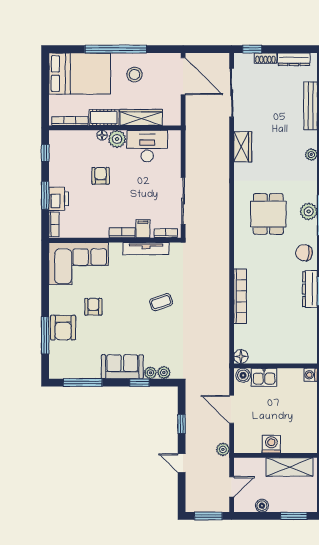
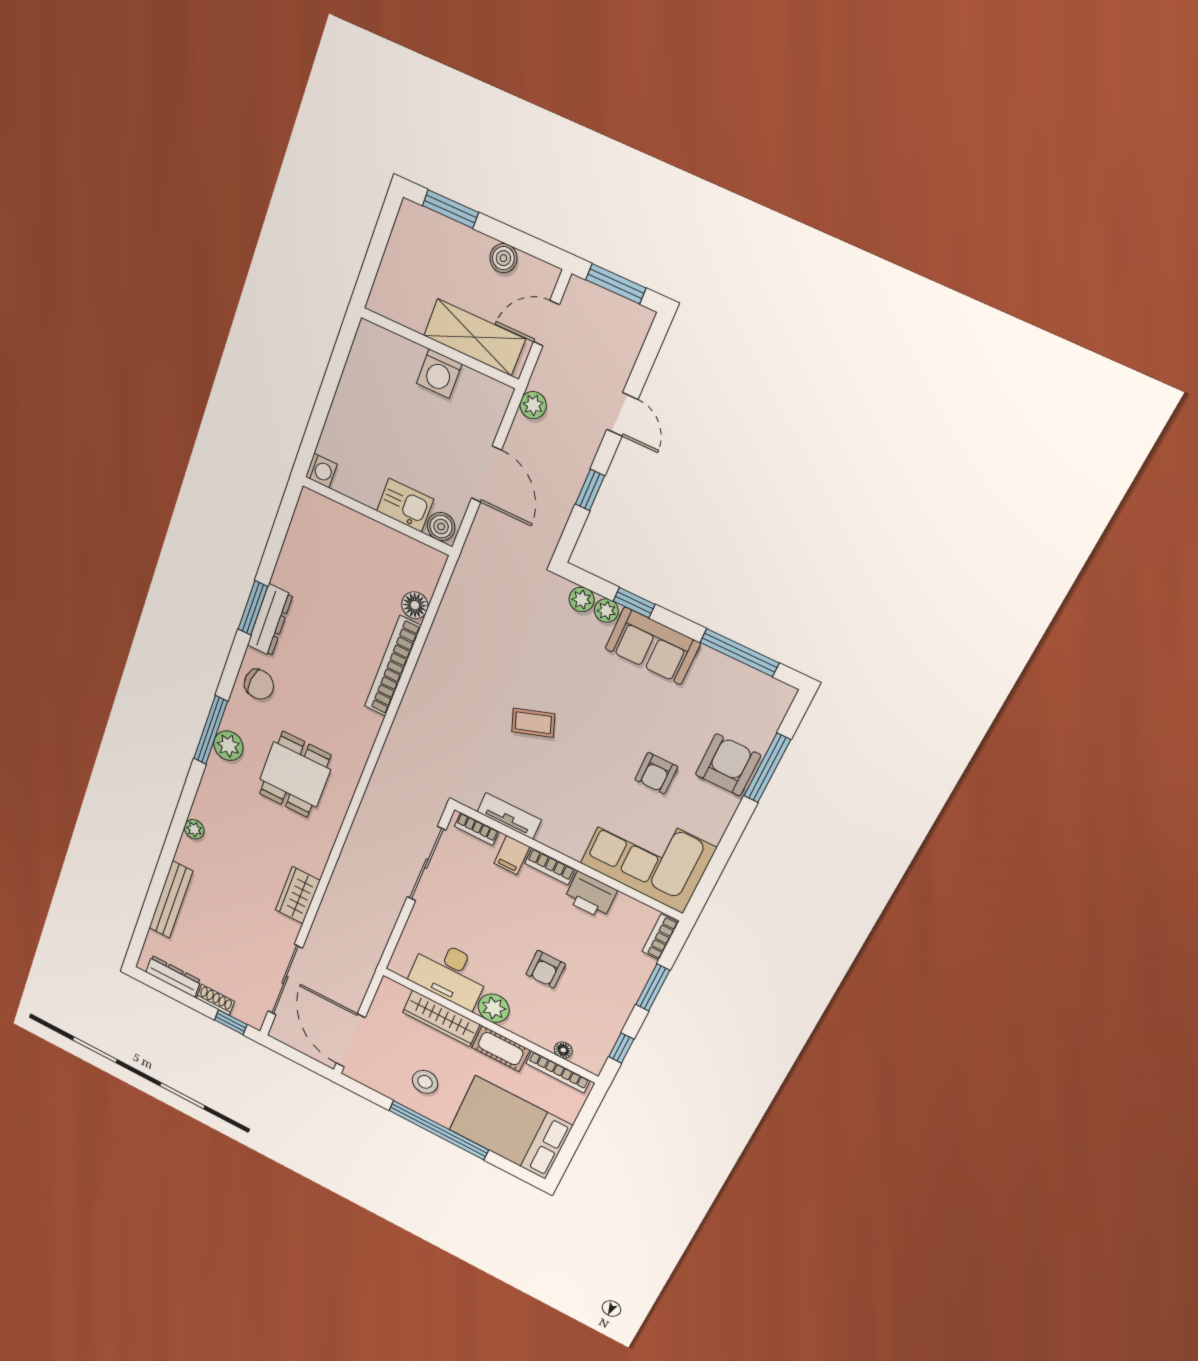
floor lamp: (102, 135) -> (563, 1050), moved
printer: (59, 199) -> (591, 895), moved, turned -90
tv unit: (146, 249) -> (509, 816), width x0.71
floor lamp: (241, 356) -> (415, 605), moved
shelving: (289, 467) -> (474, 337), moved

